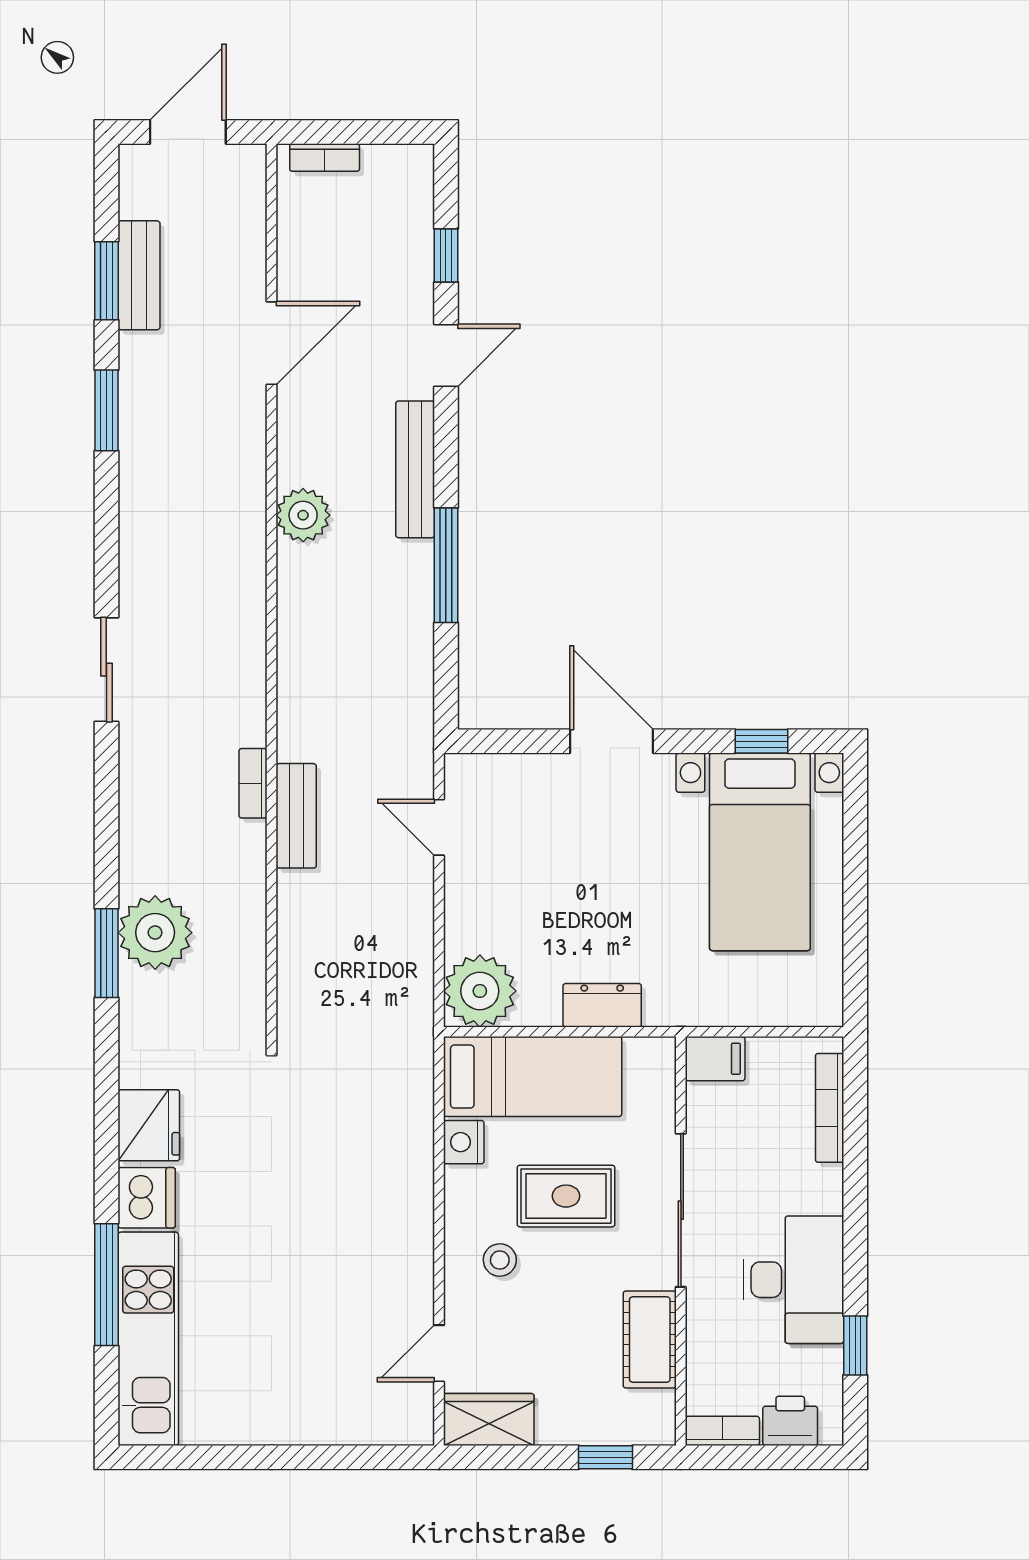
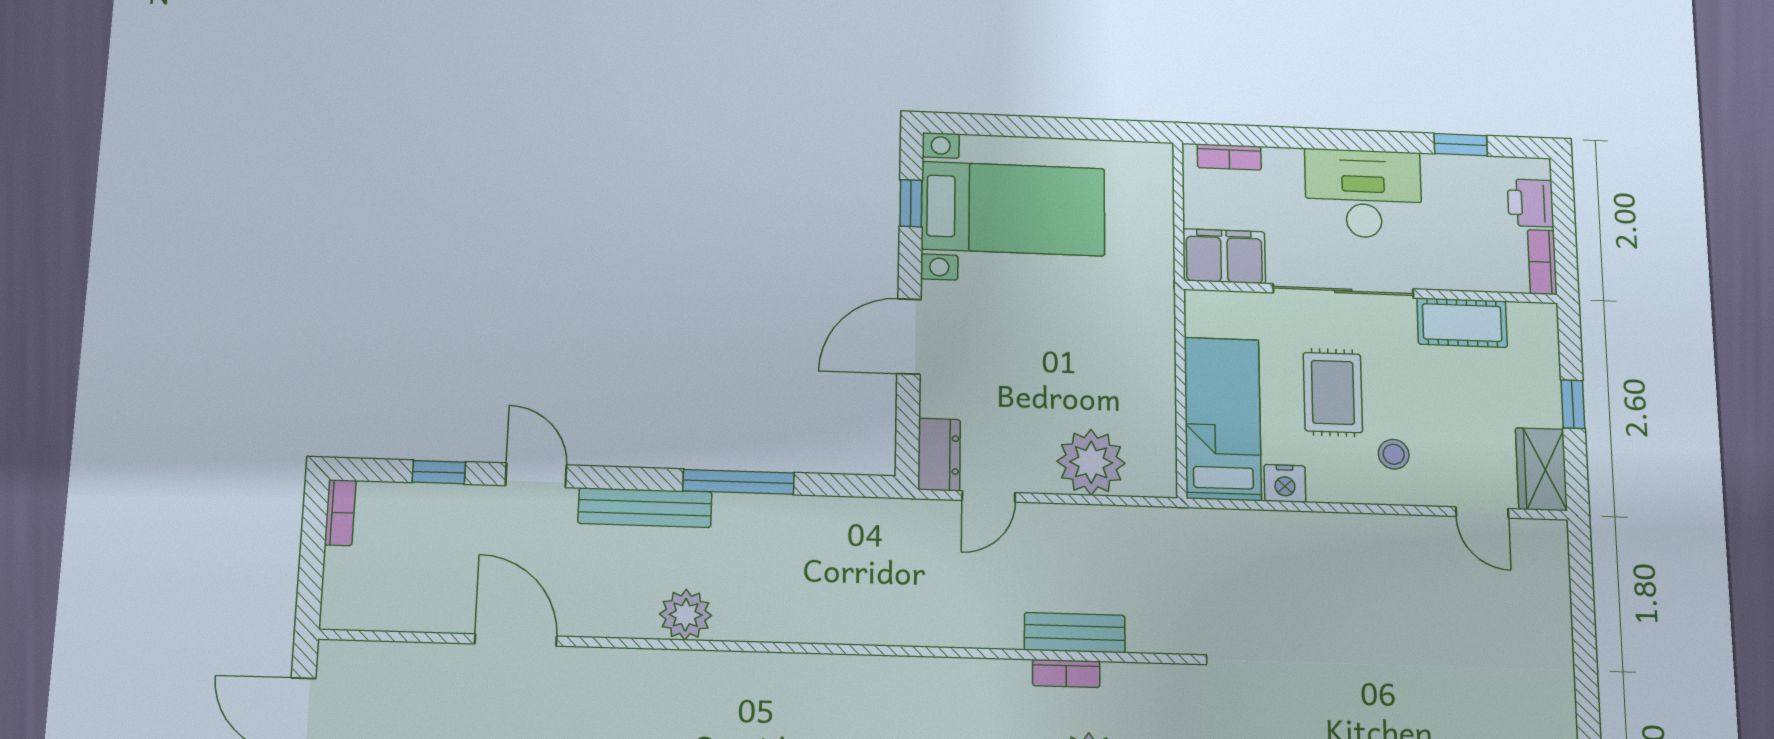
bookcase: (325, 158) -> (340, 513), moved
bookcase: (253, 783) -> (1066, 673), moved
bench: (296, 816) -> (1075, 633), moved
plant: (480, 991) -> (1091, 462), moved
dresser: (602, 1005) -> (939, 455), moved, turned 180
filing cabinet: (715, 1059) -> (1224, 256), width x2.00
bookcase: (830, 1108) -> (1229, 157), width x0.64
desk: (793, 1280) -> (1363, 194), moved
window: (605, 1457) -> (1573, 404), moved

